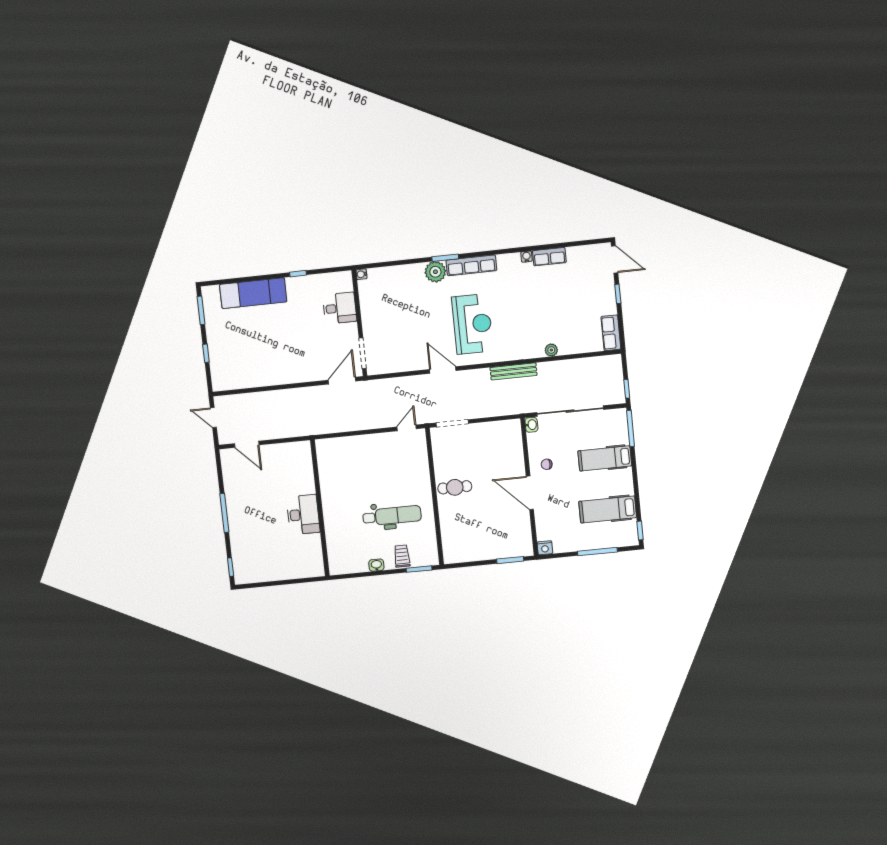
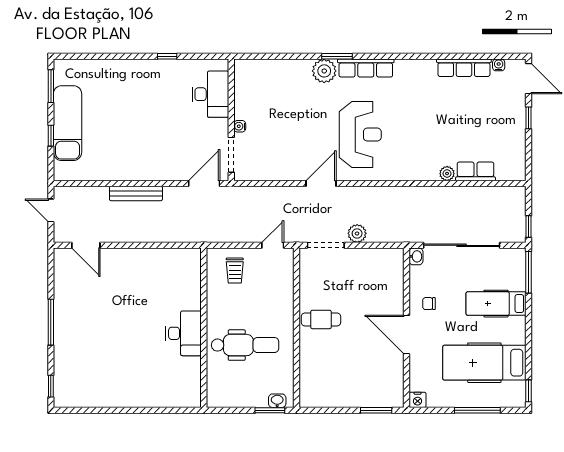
water cooler: (527, 257) -> (499, 65), moved
row of seats: (549, 257) -> (464, 68), width x1.48
water cooler: (362, 274) -> (240, 126), moved
exam couch: (253, 293) -> (68, 123), moved, turned -90
desk: (340, 308) -> (210, 94), width x1.37
row of seats: (611, 333) -> (476, 171), moved, turned 90
door: (443, 370) -> (321, 183), hinge flipped
bench: (514, 371) -> (136, 193), moved
plant: (478, 410) -> (357, 233), added
wall: (320, 508) -> (204, 328), moved
hospital bed: (608, 509) -> (484, 363), width x1.37, depth x1.29
desk: (303, 515) -> (184, 333), moved
trolley: (402, 556) -> (235, 271), moved, turned 180
washbasin: (376, 565) -> (277, 401), moved

